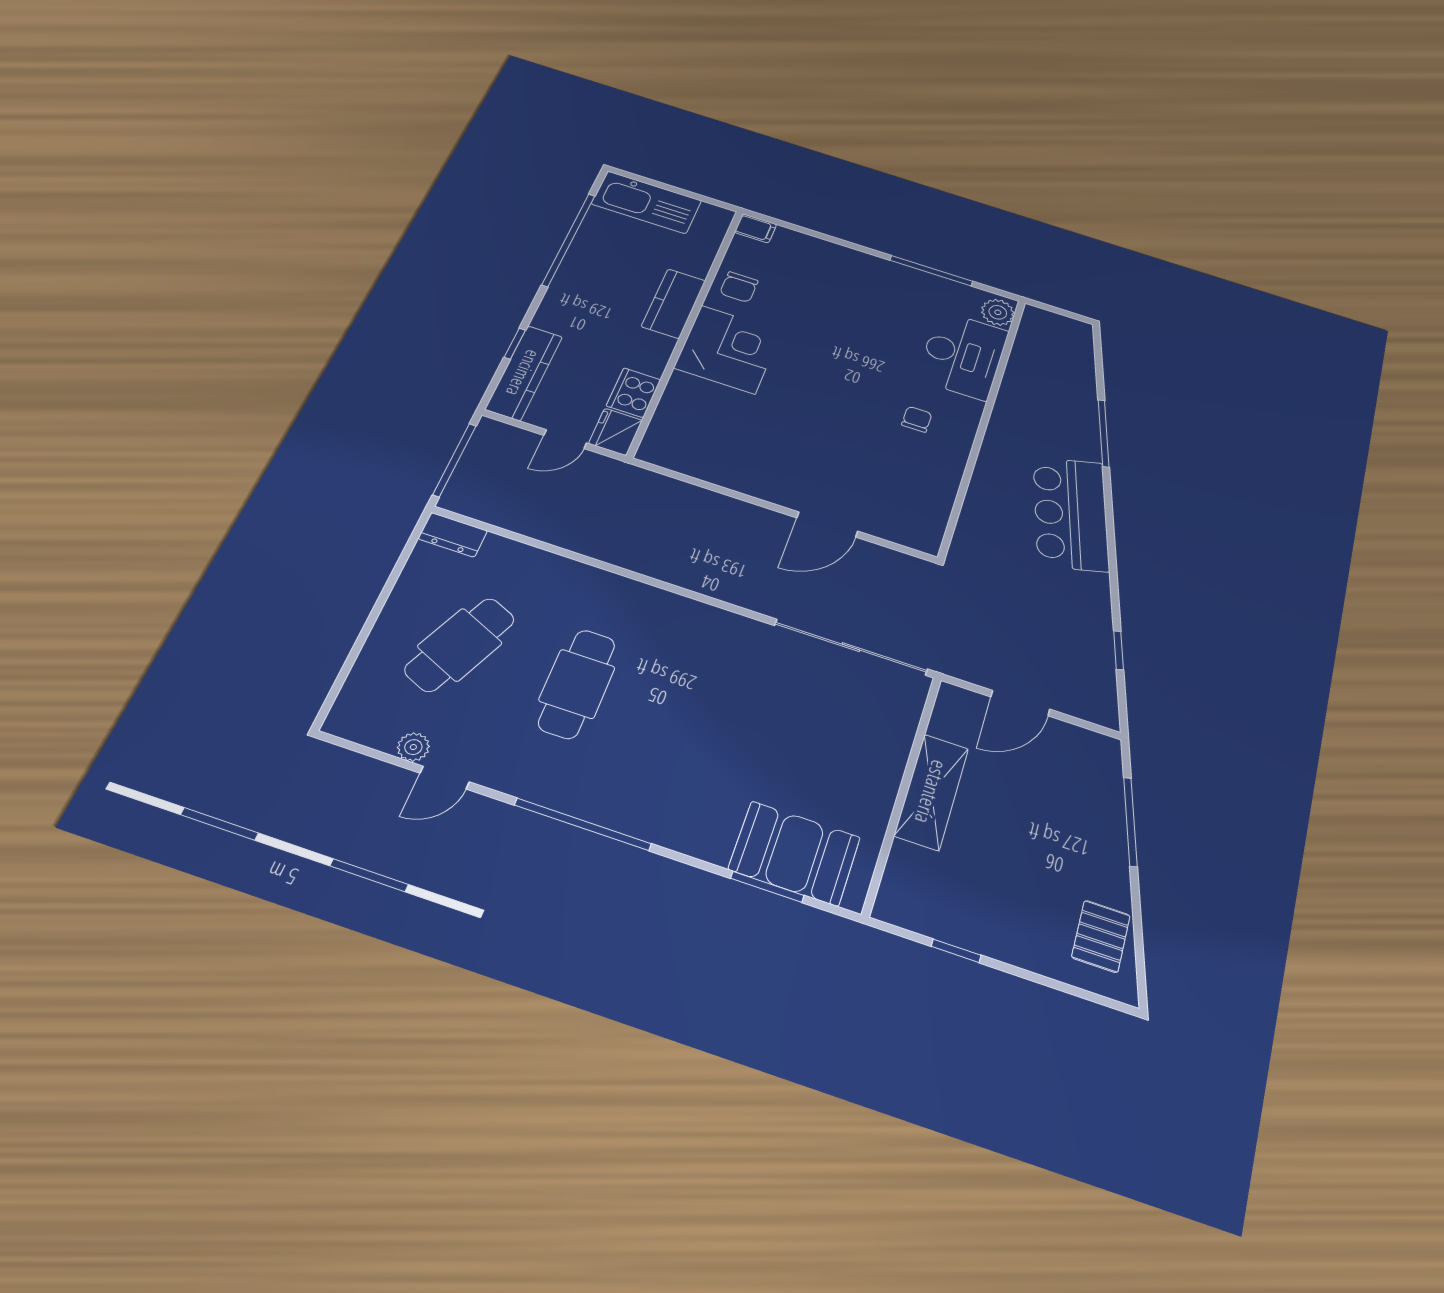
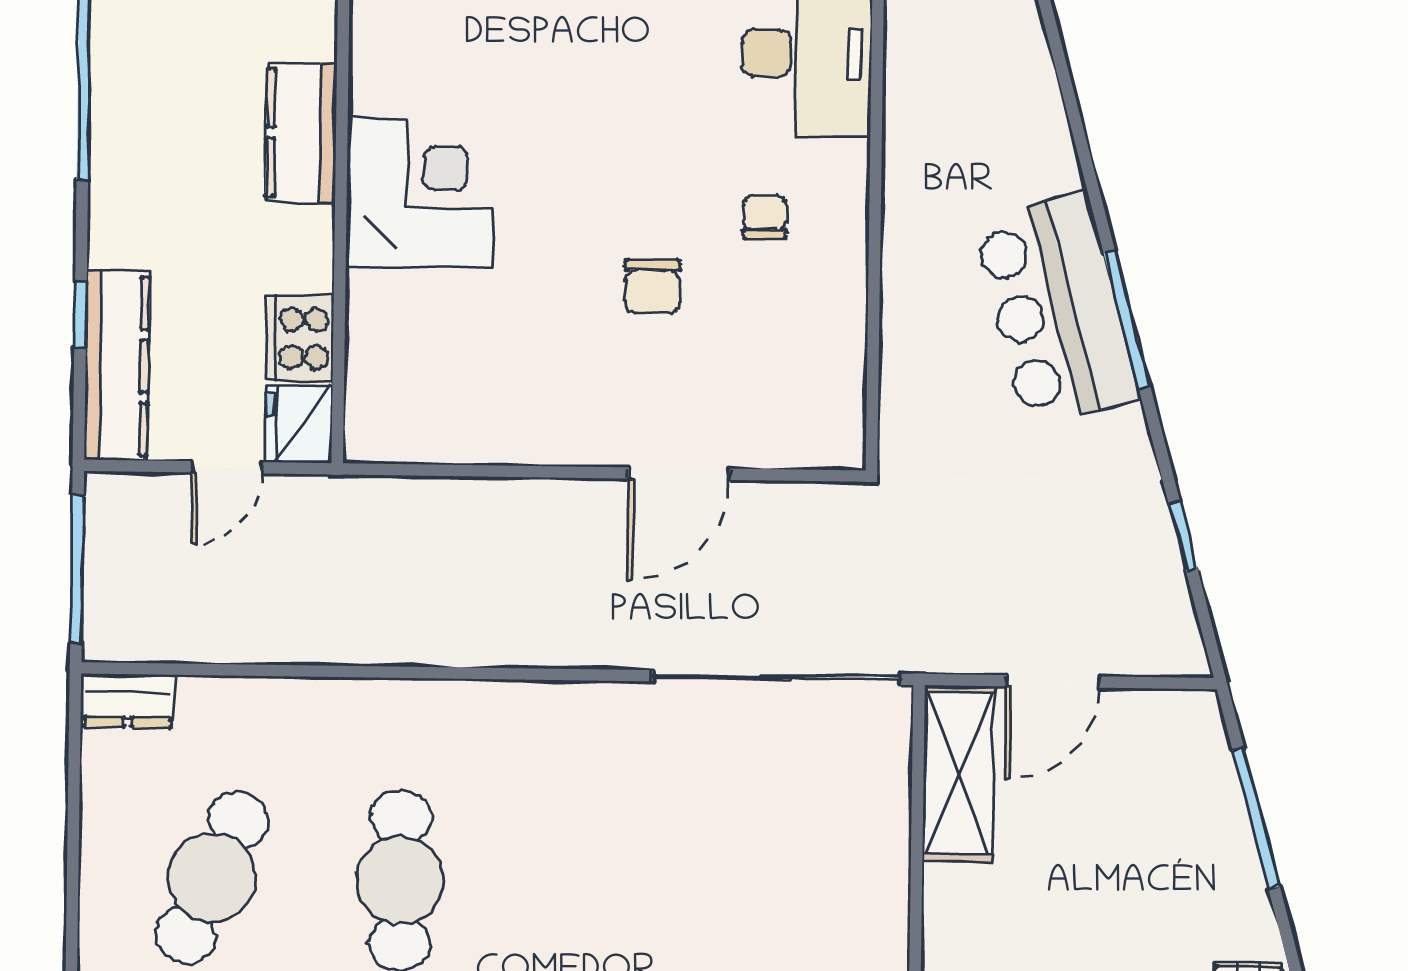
chair: (739, 287) -> (652, 287), moved
window: (1104, 433) -> (1127, 319), moved
shelving: (932, 792) -> (959, 773), moved

